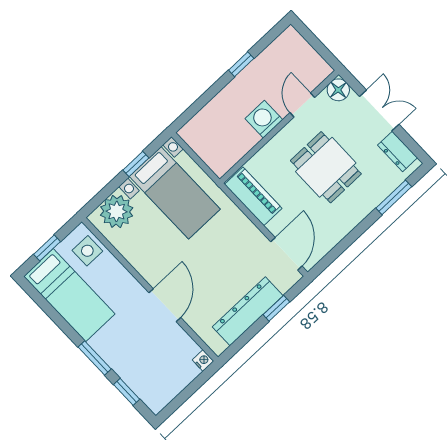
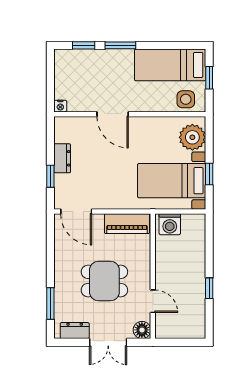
washing machine: (264, 119) -> (170, 224), moved, turned 90
dresser: (248, 311) -> (62, 158), width x0.51, depth x0.80

